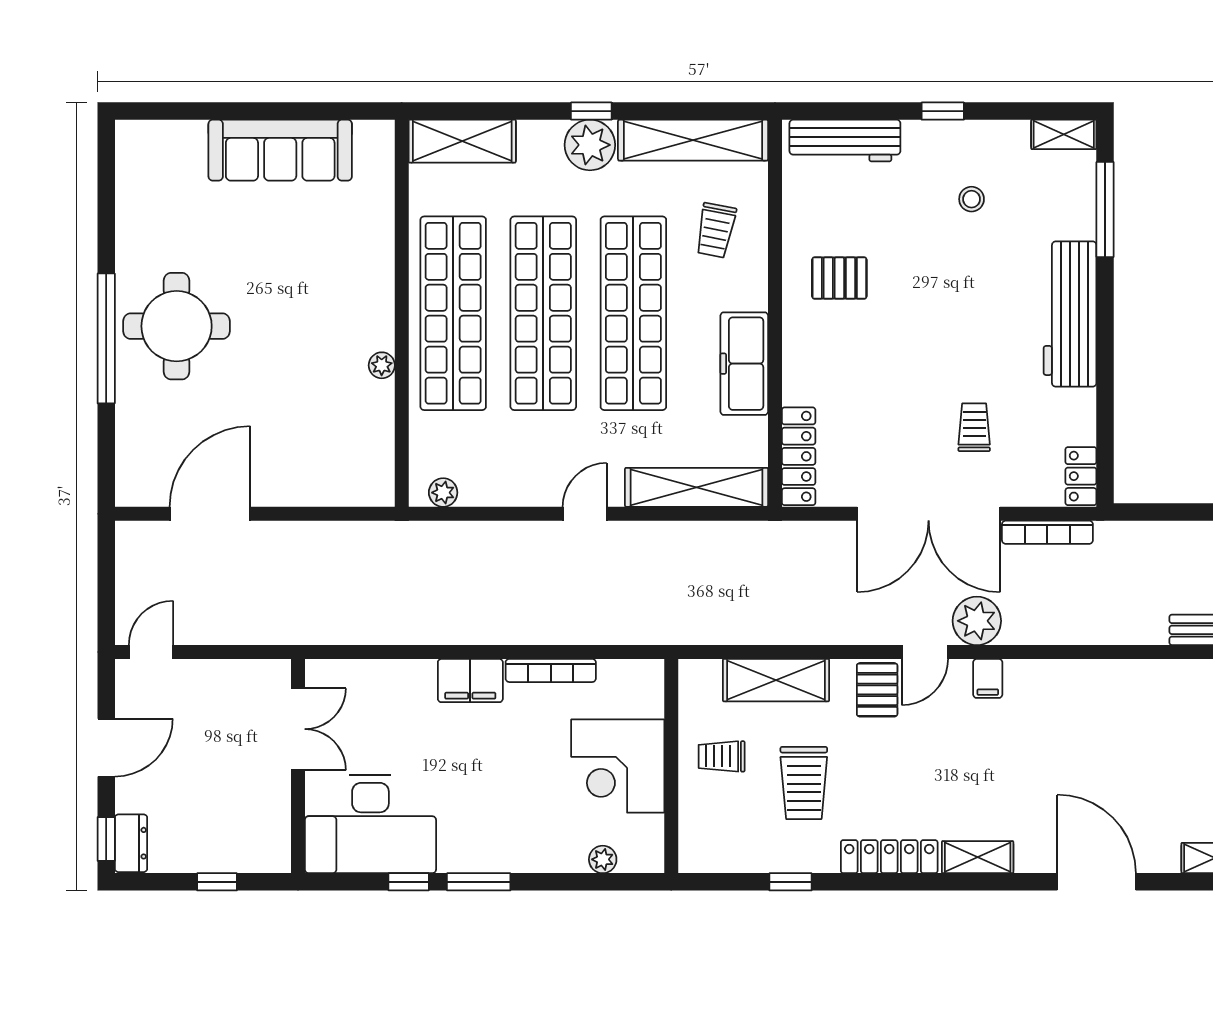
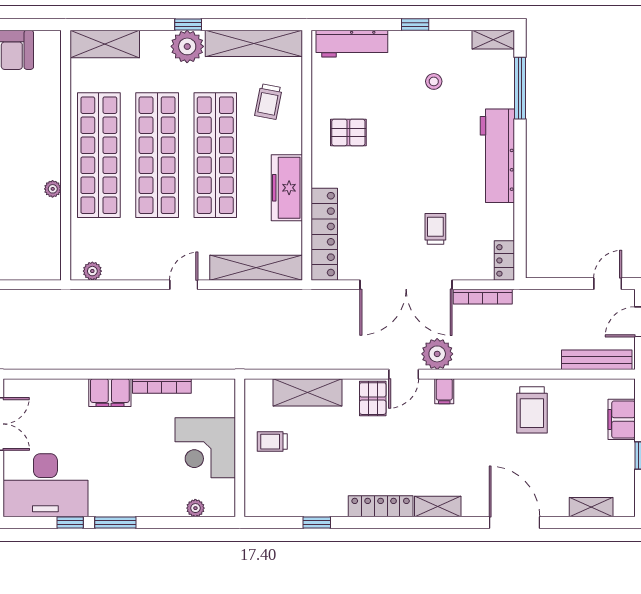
locker: (799, 456) -> (324, 234), width x1.41, depth x1.21
trolley: (804, 783) -> (532, 410), moved

